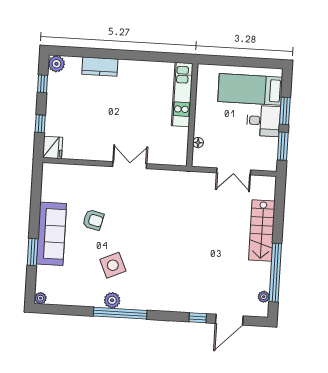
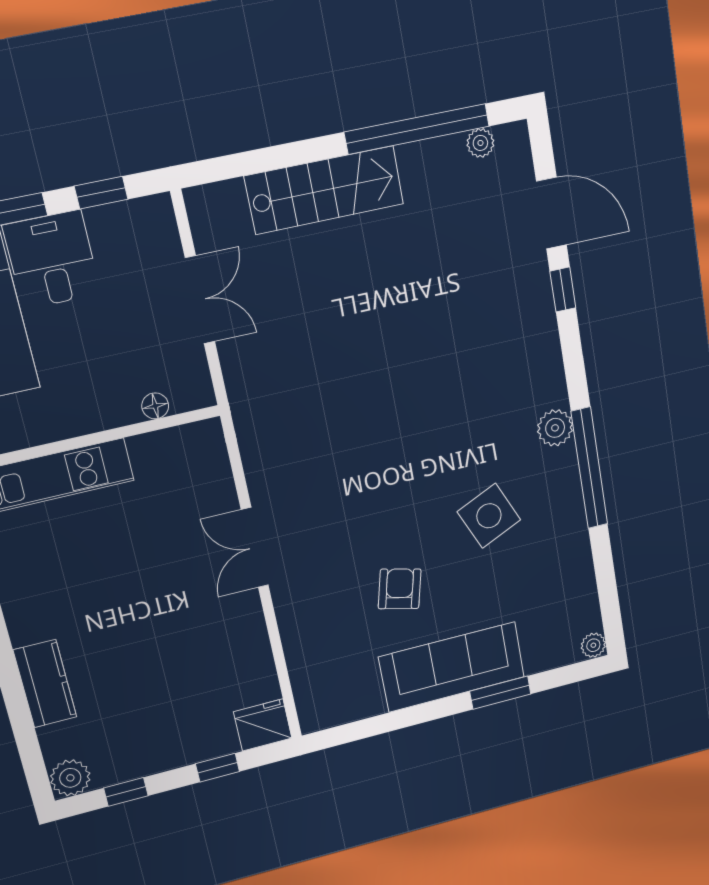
window: (283, 146) -> (101, 193), width x0.67
plant: (112, 300) -> (555, 428), moved

